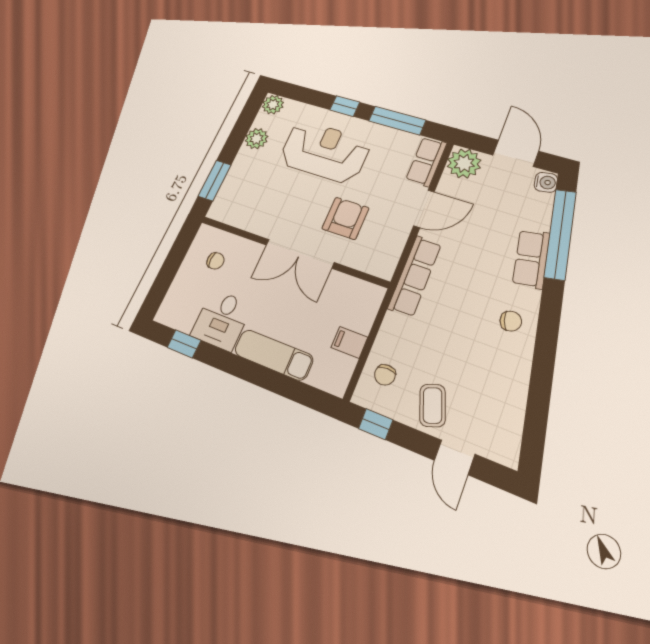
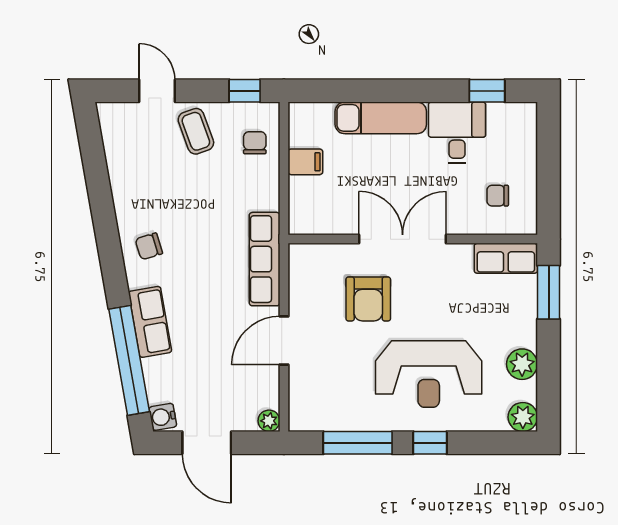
row of seats: (426, 161) -> (506, 258), moved, turned 90
plant: (464, 163) -> (269, 421), width x0.53, depth x0.53

